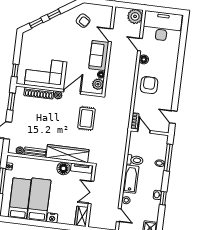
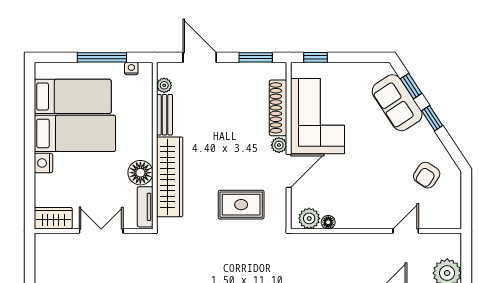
sofa: (99, 55) -> (397, 103), moved, turned -123
door: (72, 92) -> (289, 171), hinge flipped

